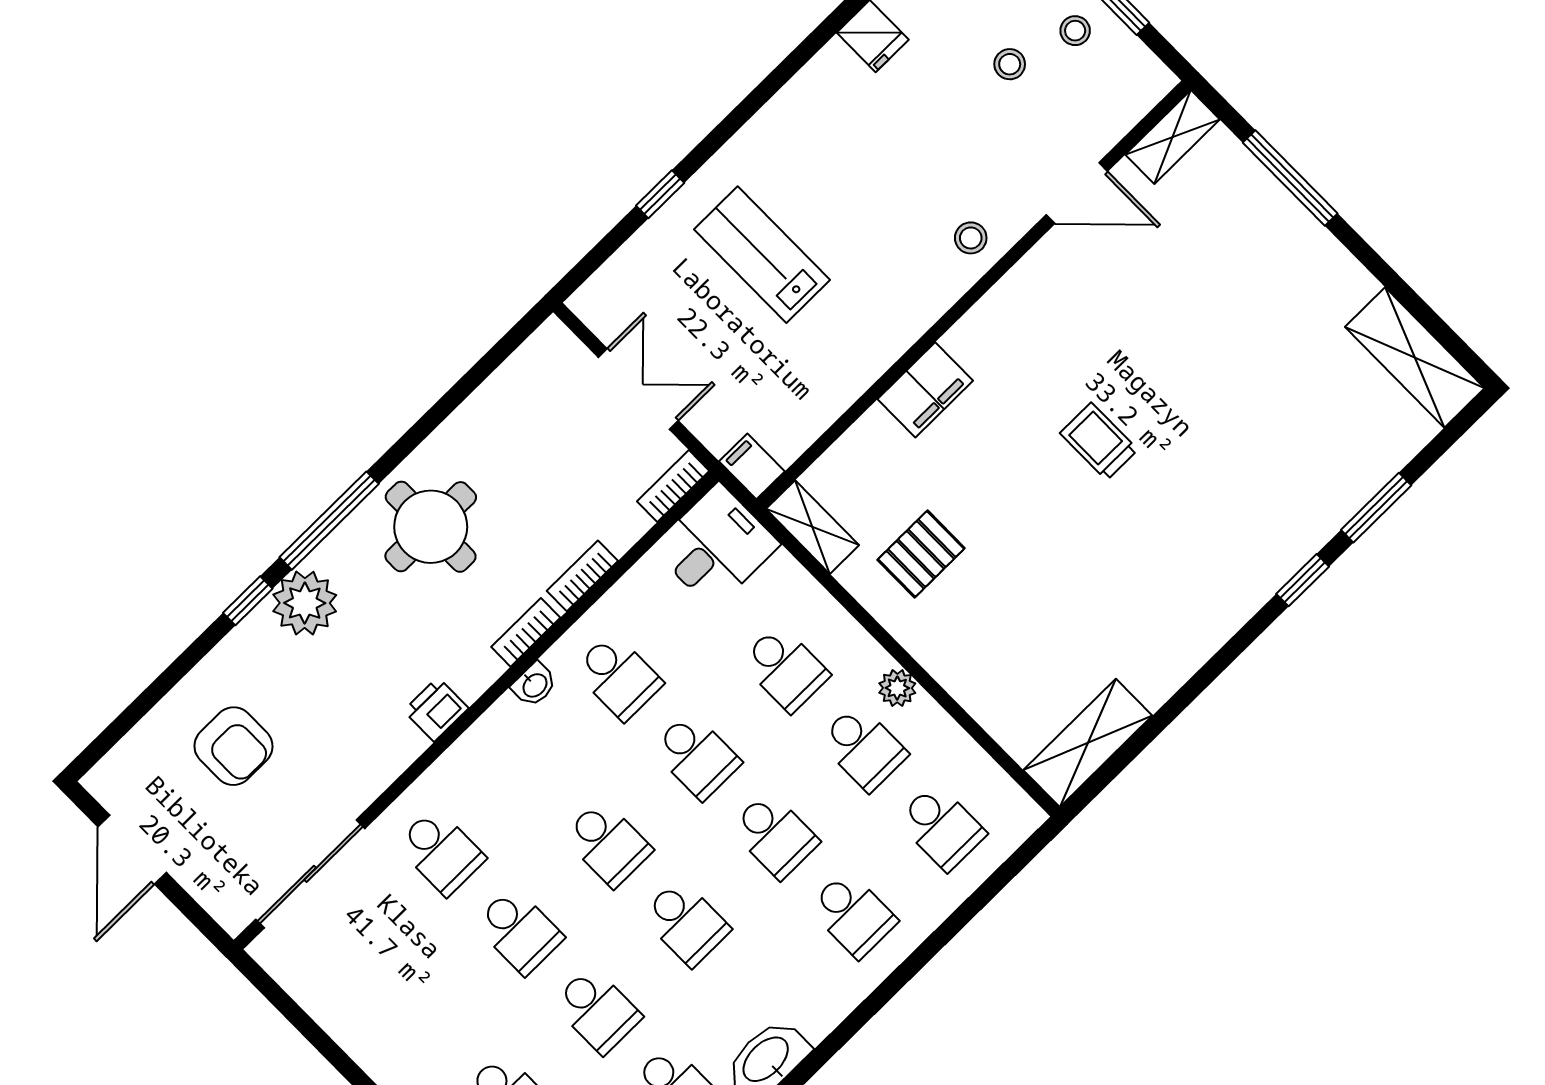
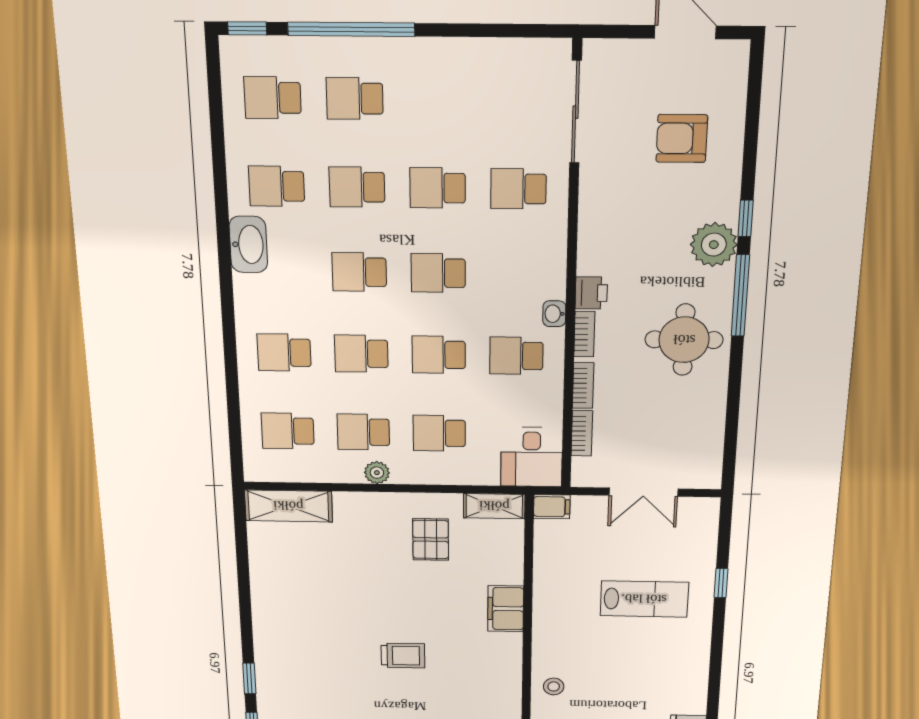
bookcase: (673, 486) -> (582, 433), moved
printer: (436, 709) -> (591, 293), moved
shelving: (1088, 743) -> (288, 506), moved, turned 90

